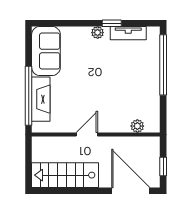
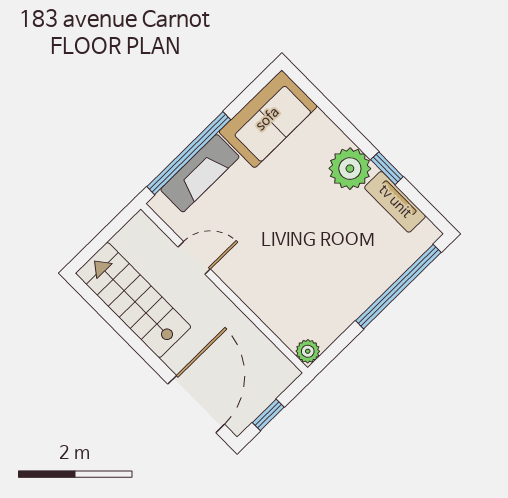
plant: (98, 33) -> (350, 169), width x1.88, depth x1.88
plant: (137, 126) -> (308, 351), moved
door: (87, 135) -> (194, 258), moved

